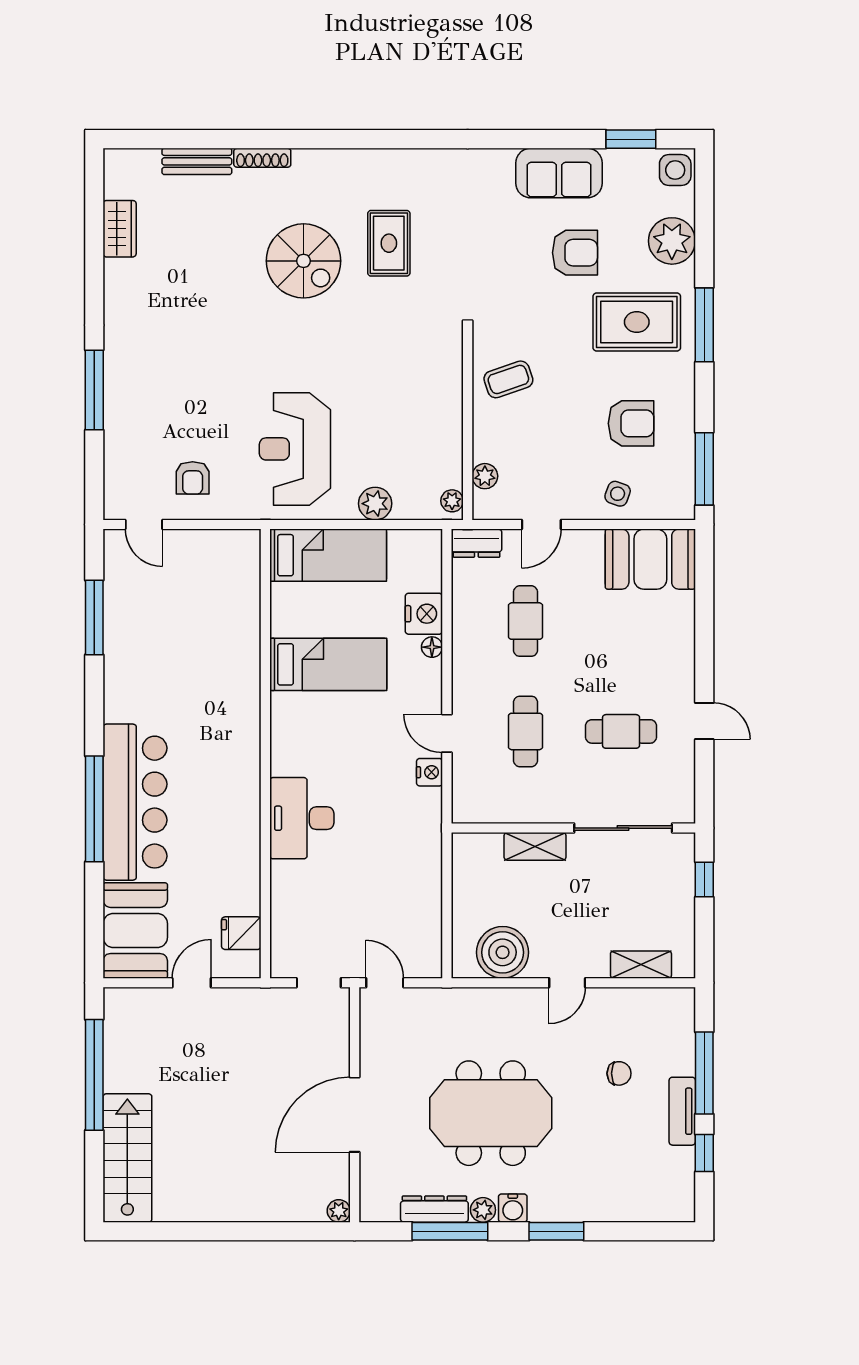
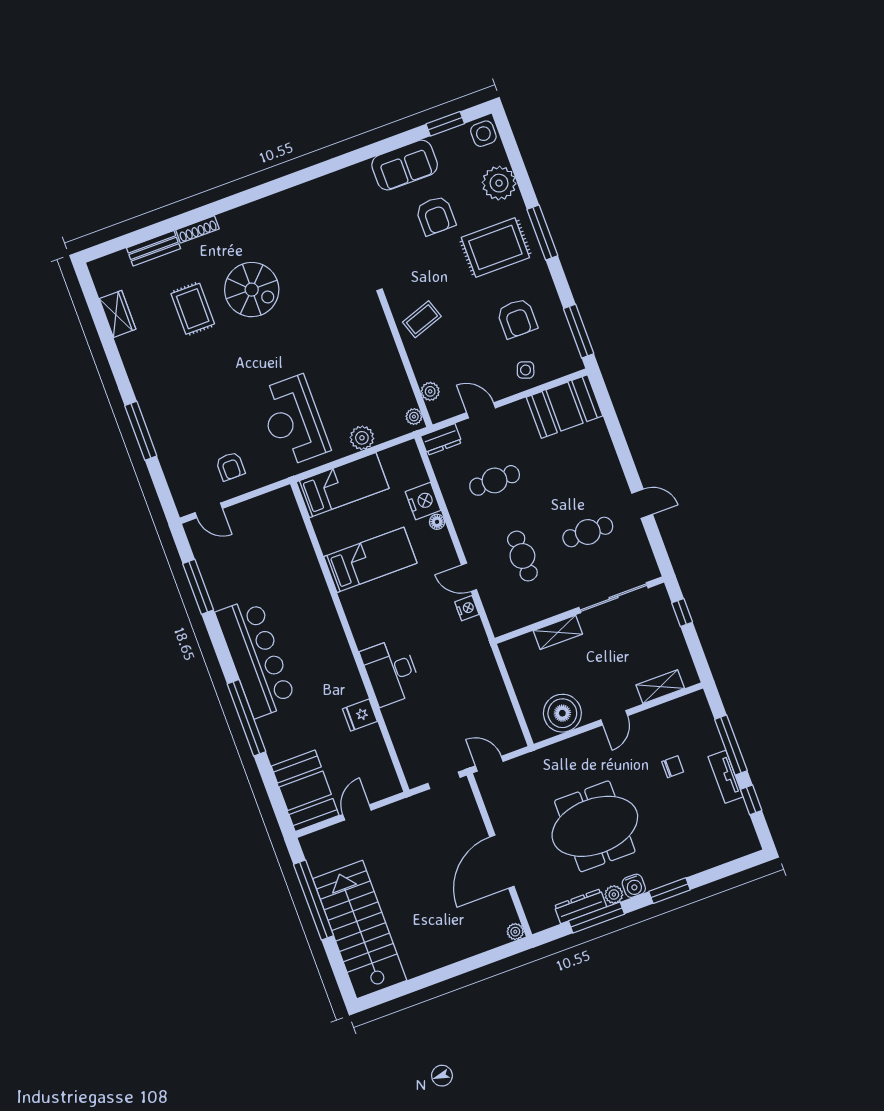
rug: (389, 243) -> (193, 309), moved
armchair: (575, 253) -> (436, 216), turned 90
armchair: (631, 423) -> (517, 318), turned 90
door: (541, 525) -> (481, 410), swing flipped
cafe table: (526, 621) -> (495, 480), turned 90
bar counter: (135, 802) -> (256, 658), moved
fridge: (241, 933) -> (360, 715), moved
stairs: (127, 1158) -> (360, 929), width x1.36, depth x1.51

